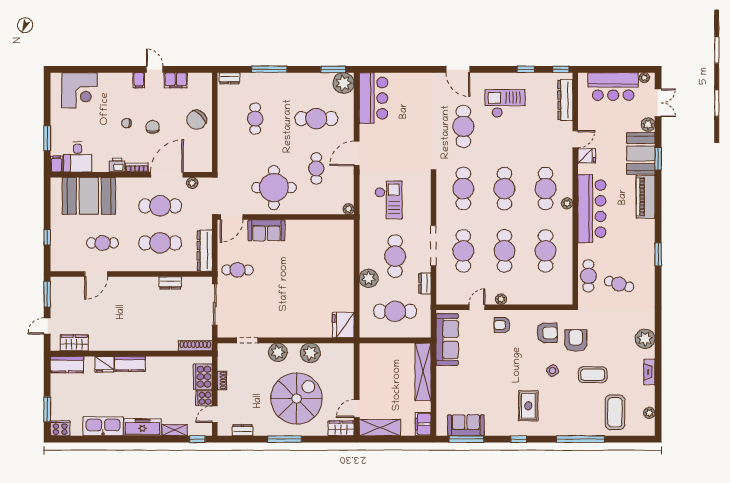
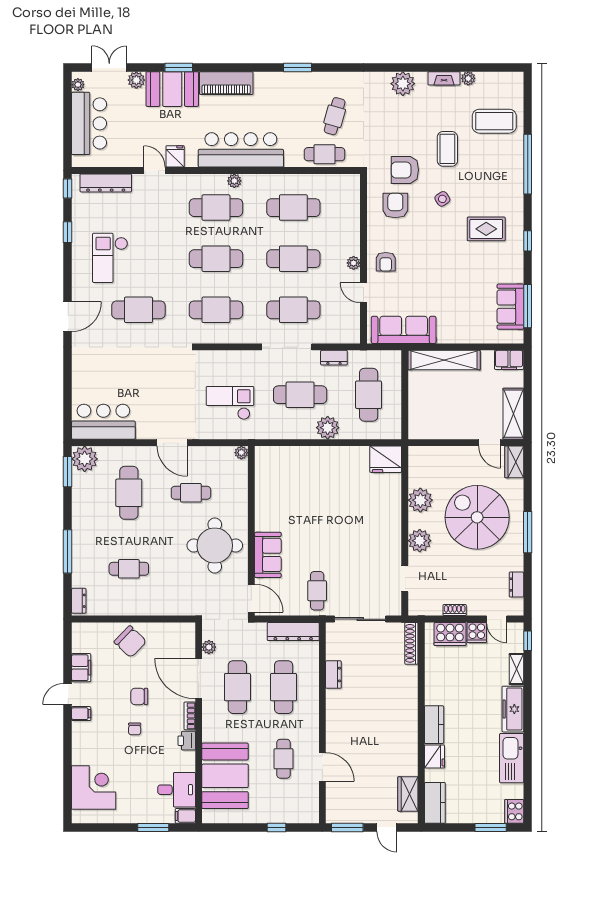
plant: (649, 413) -> (468, 78), moved

